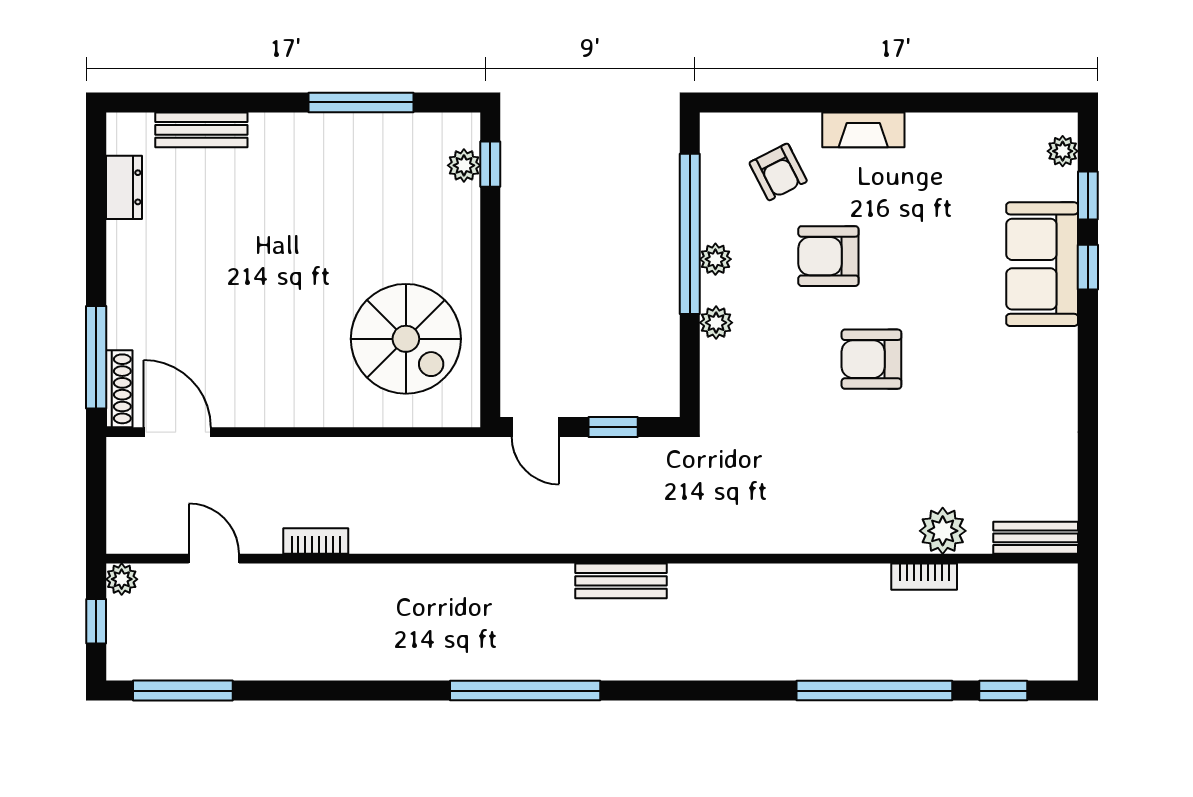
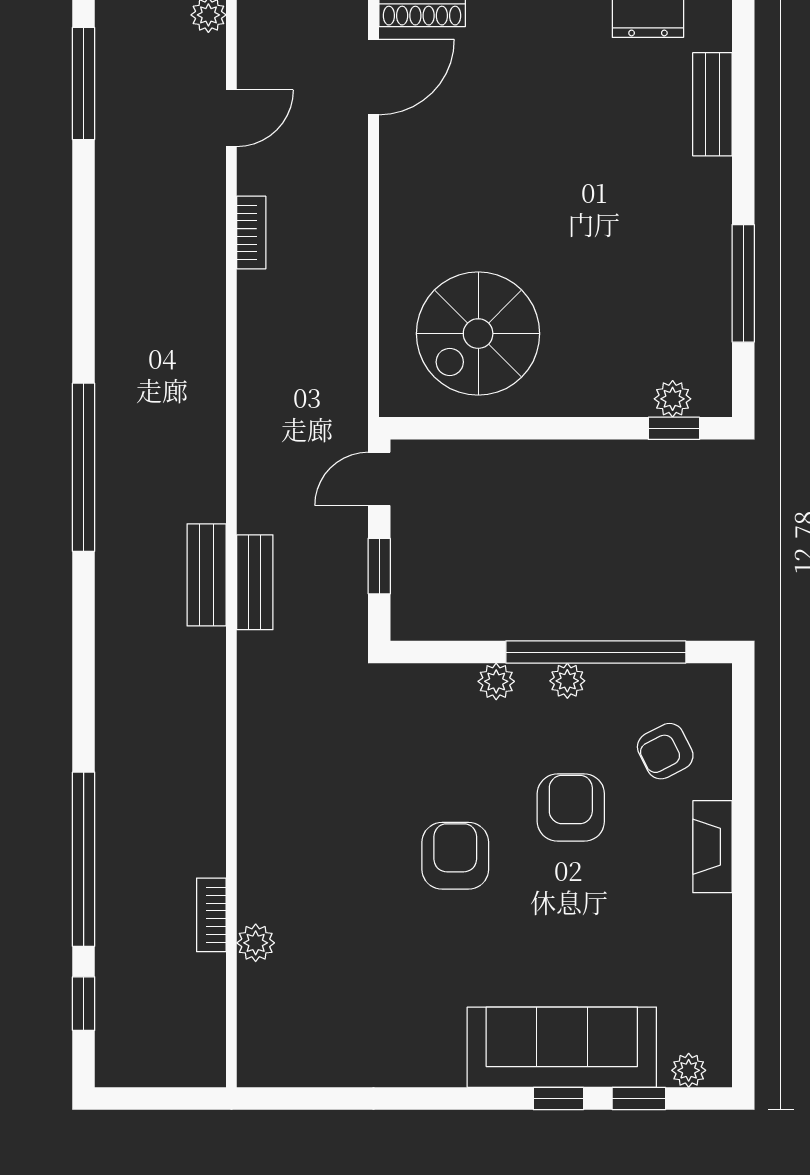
sofa: (1042, 264) -> (562, 1047), width x1.36
plant: (943, 531) -> (256, 943), width x0.73, depth x0.73
bench: (1036, 538) -> (255, 582), moved

